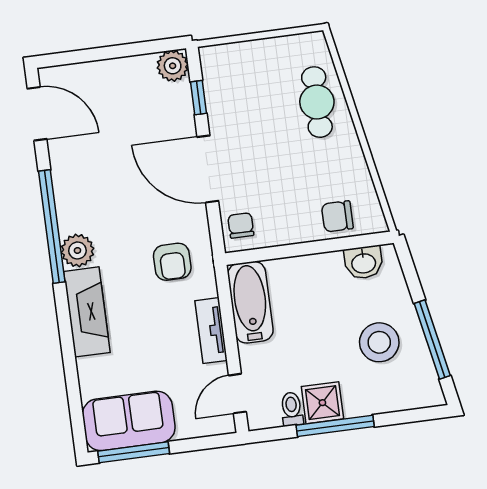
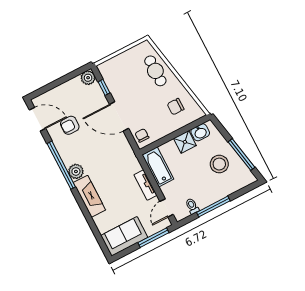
chair: (337, 216) -> (176, 107), moved
armchair: (172, 262) -> (70, 125), moved, turned 90
shower: (322, 403) -> (185, 142), moved
window: (134, 452) -> (153, 238), moved

